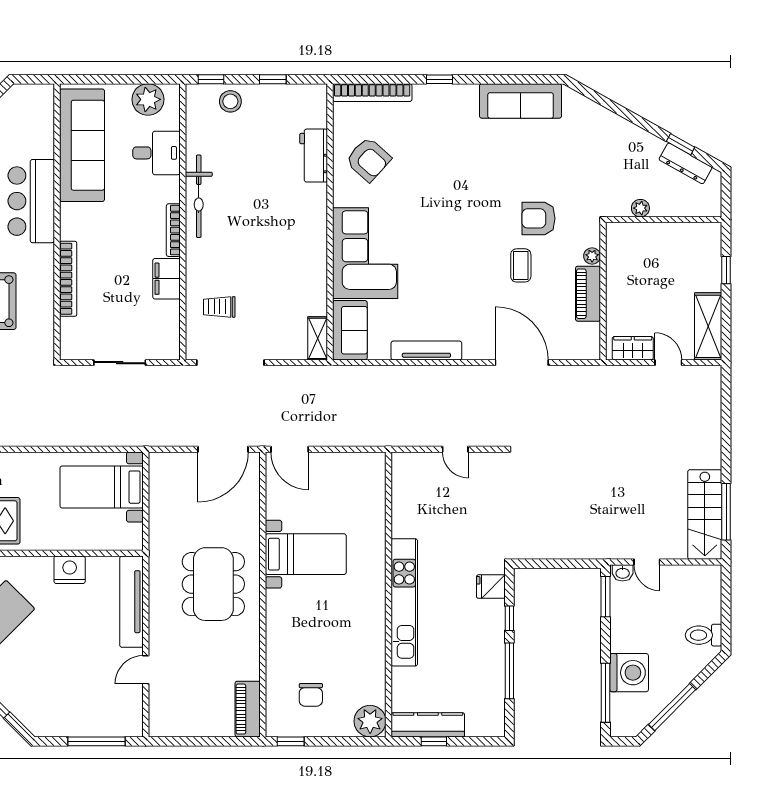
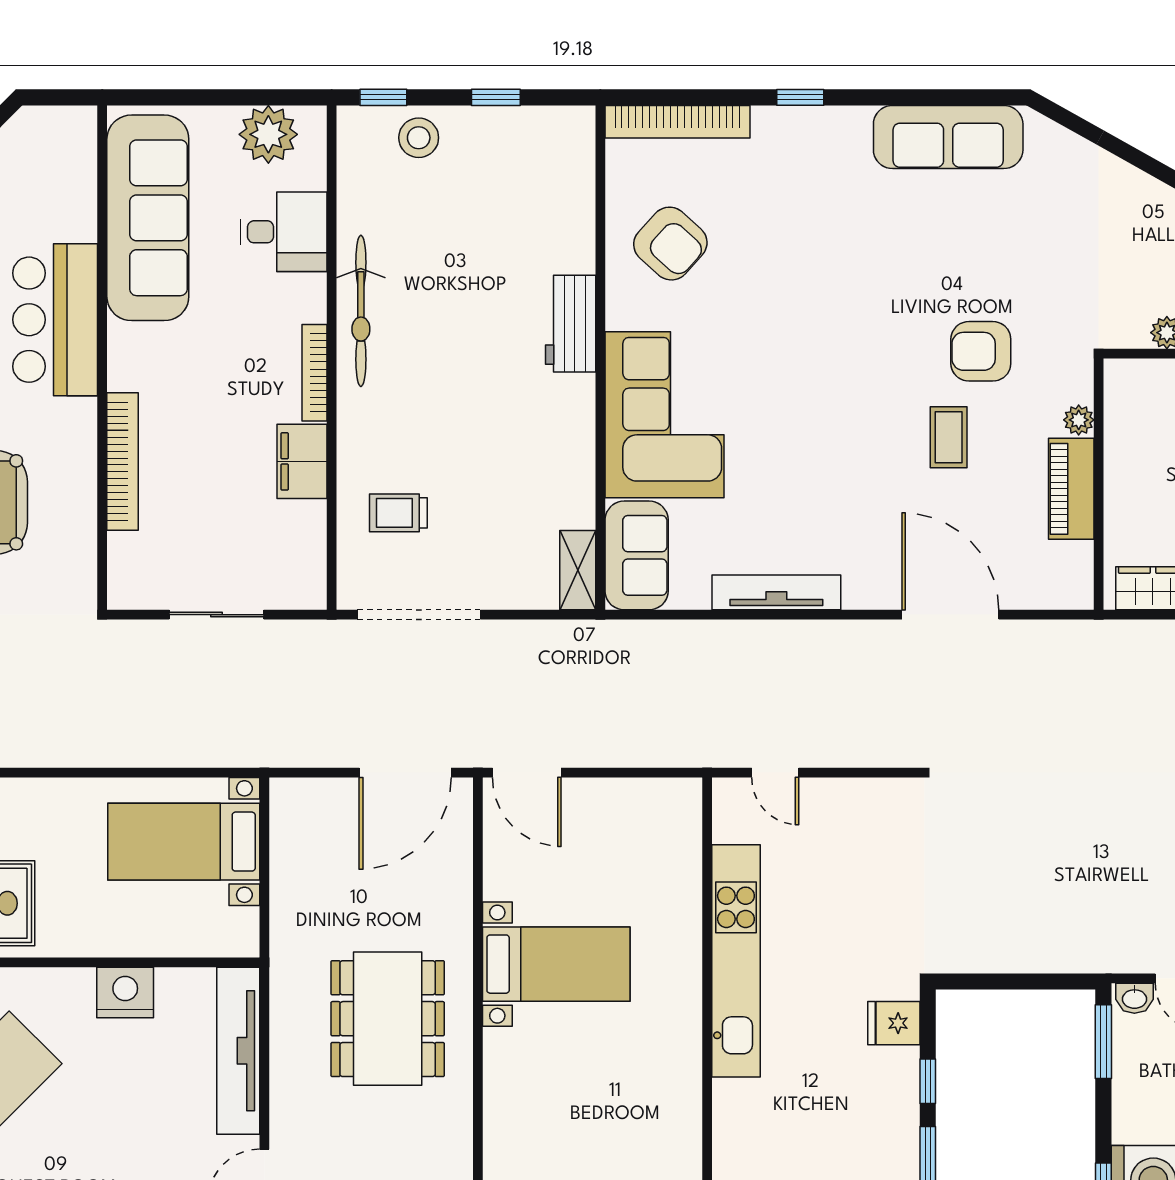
workbench: (314, 156) -> (571, 324), moved
door: (455, 449) -> (775, 773), moved
kitchen unit: (404, 602) -> (736, 961), moved

